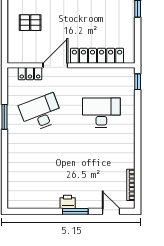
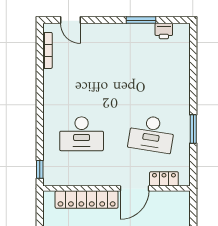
desk: (41, 113) -> (152, 134), turned 30
printer: (68, 202) -> (164, 31), moved
window: (75, 211) -> (141, 20), moved

